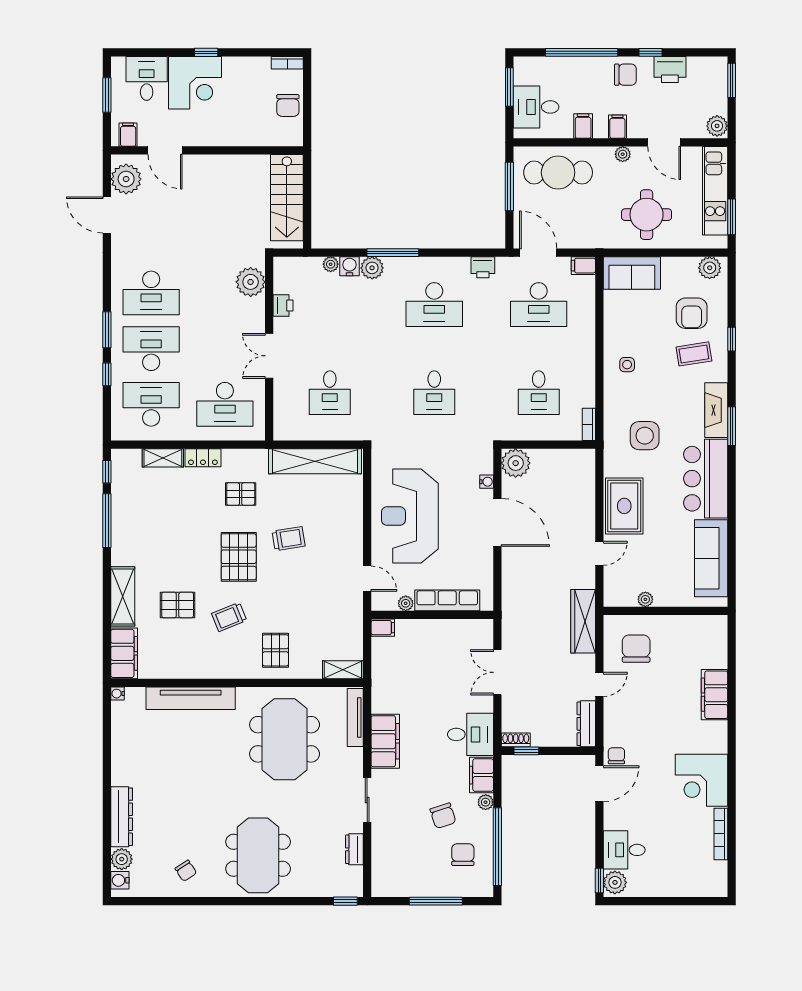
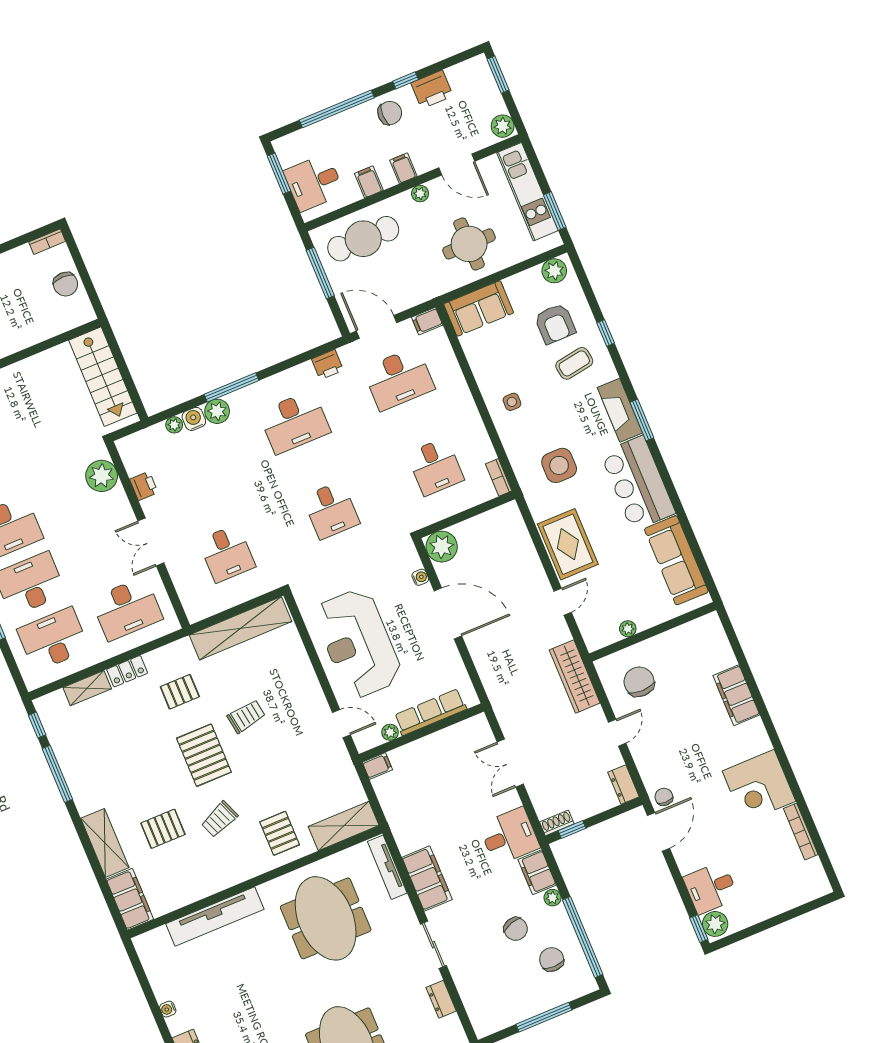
shelving: (343, 670) -> (344, 826), width x1.50, depth x1.33
water cooler: (118, 694) -> (168, 1009), moved
dresser: (586, 724) -> (623, 785), width x0.70

